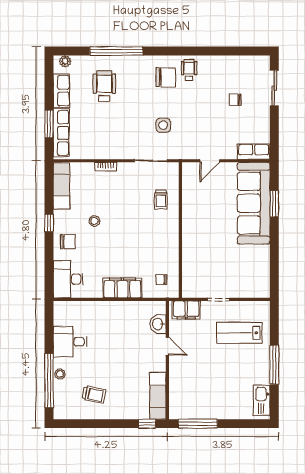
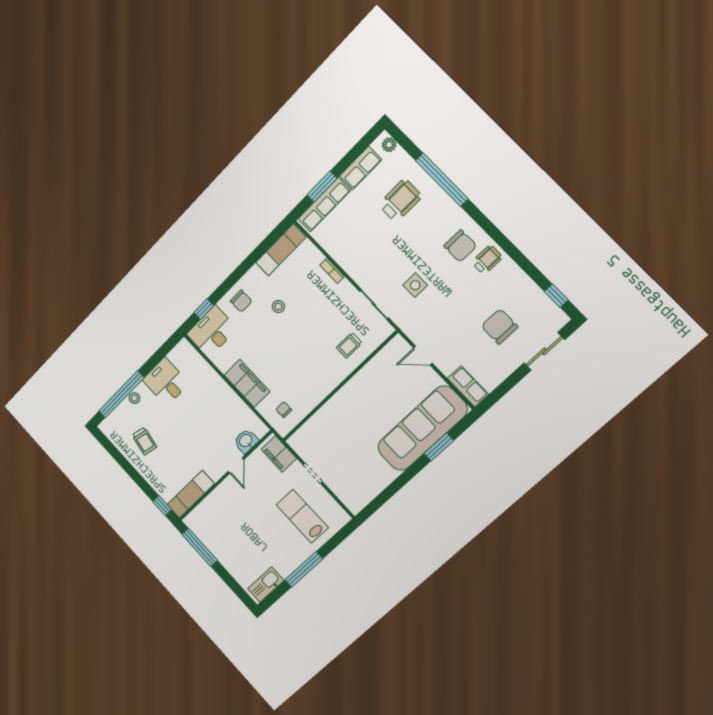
window: (248, 51) -> (556, 296), added
chair: (235, 100) -> (500, 326), width x1.87, depth x1.87
window: (49, 223) -> (204, 309), moved

